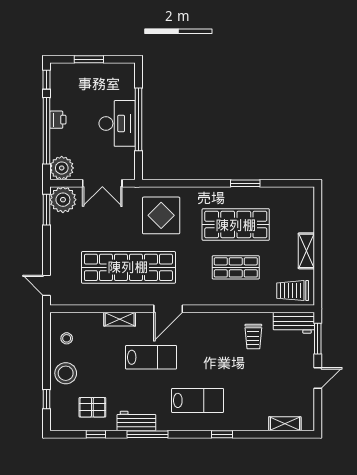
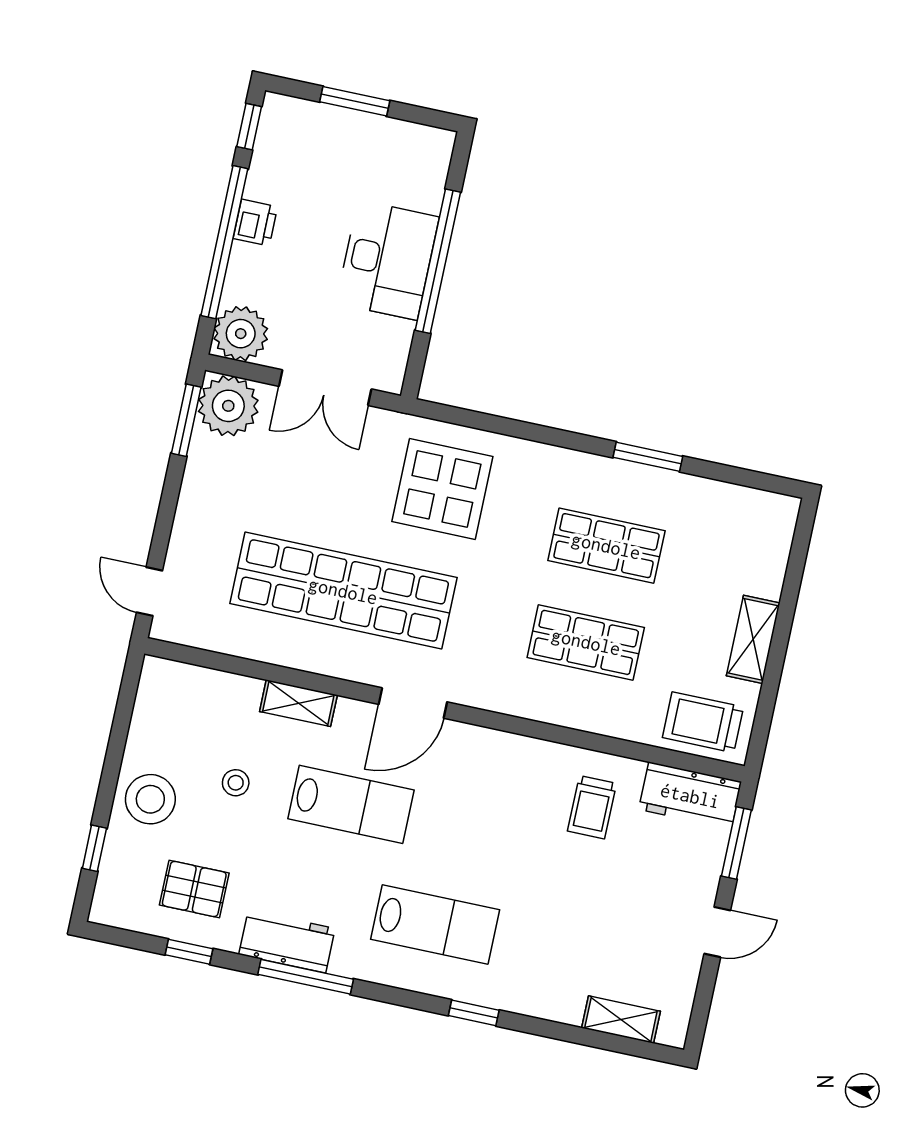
shop shelf: (236, 225) -> (606, 546), width x0.70, depth x0.74
stool: (67, 338) -> (236, 783), moved

